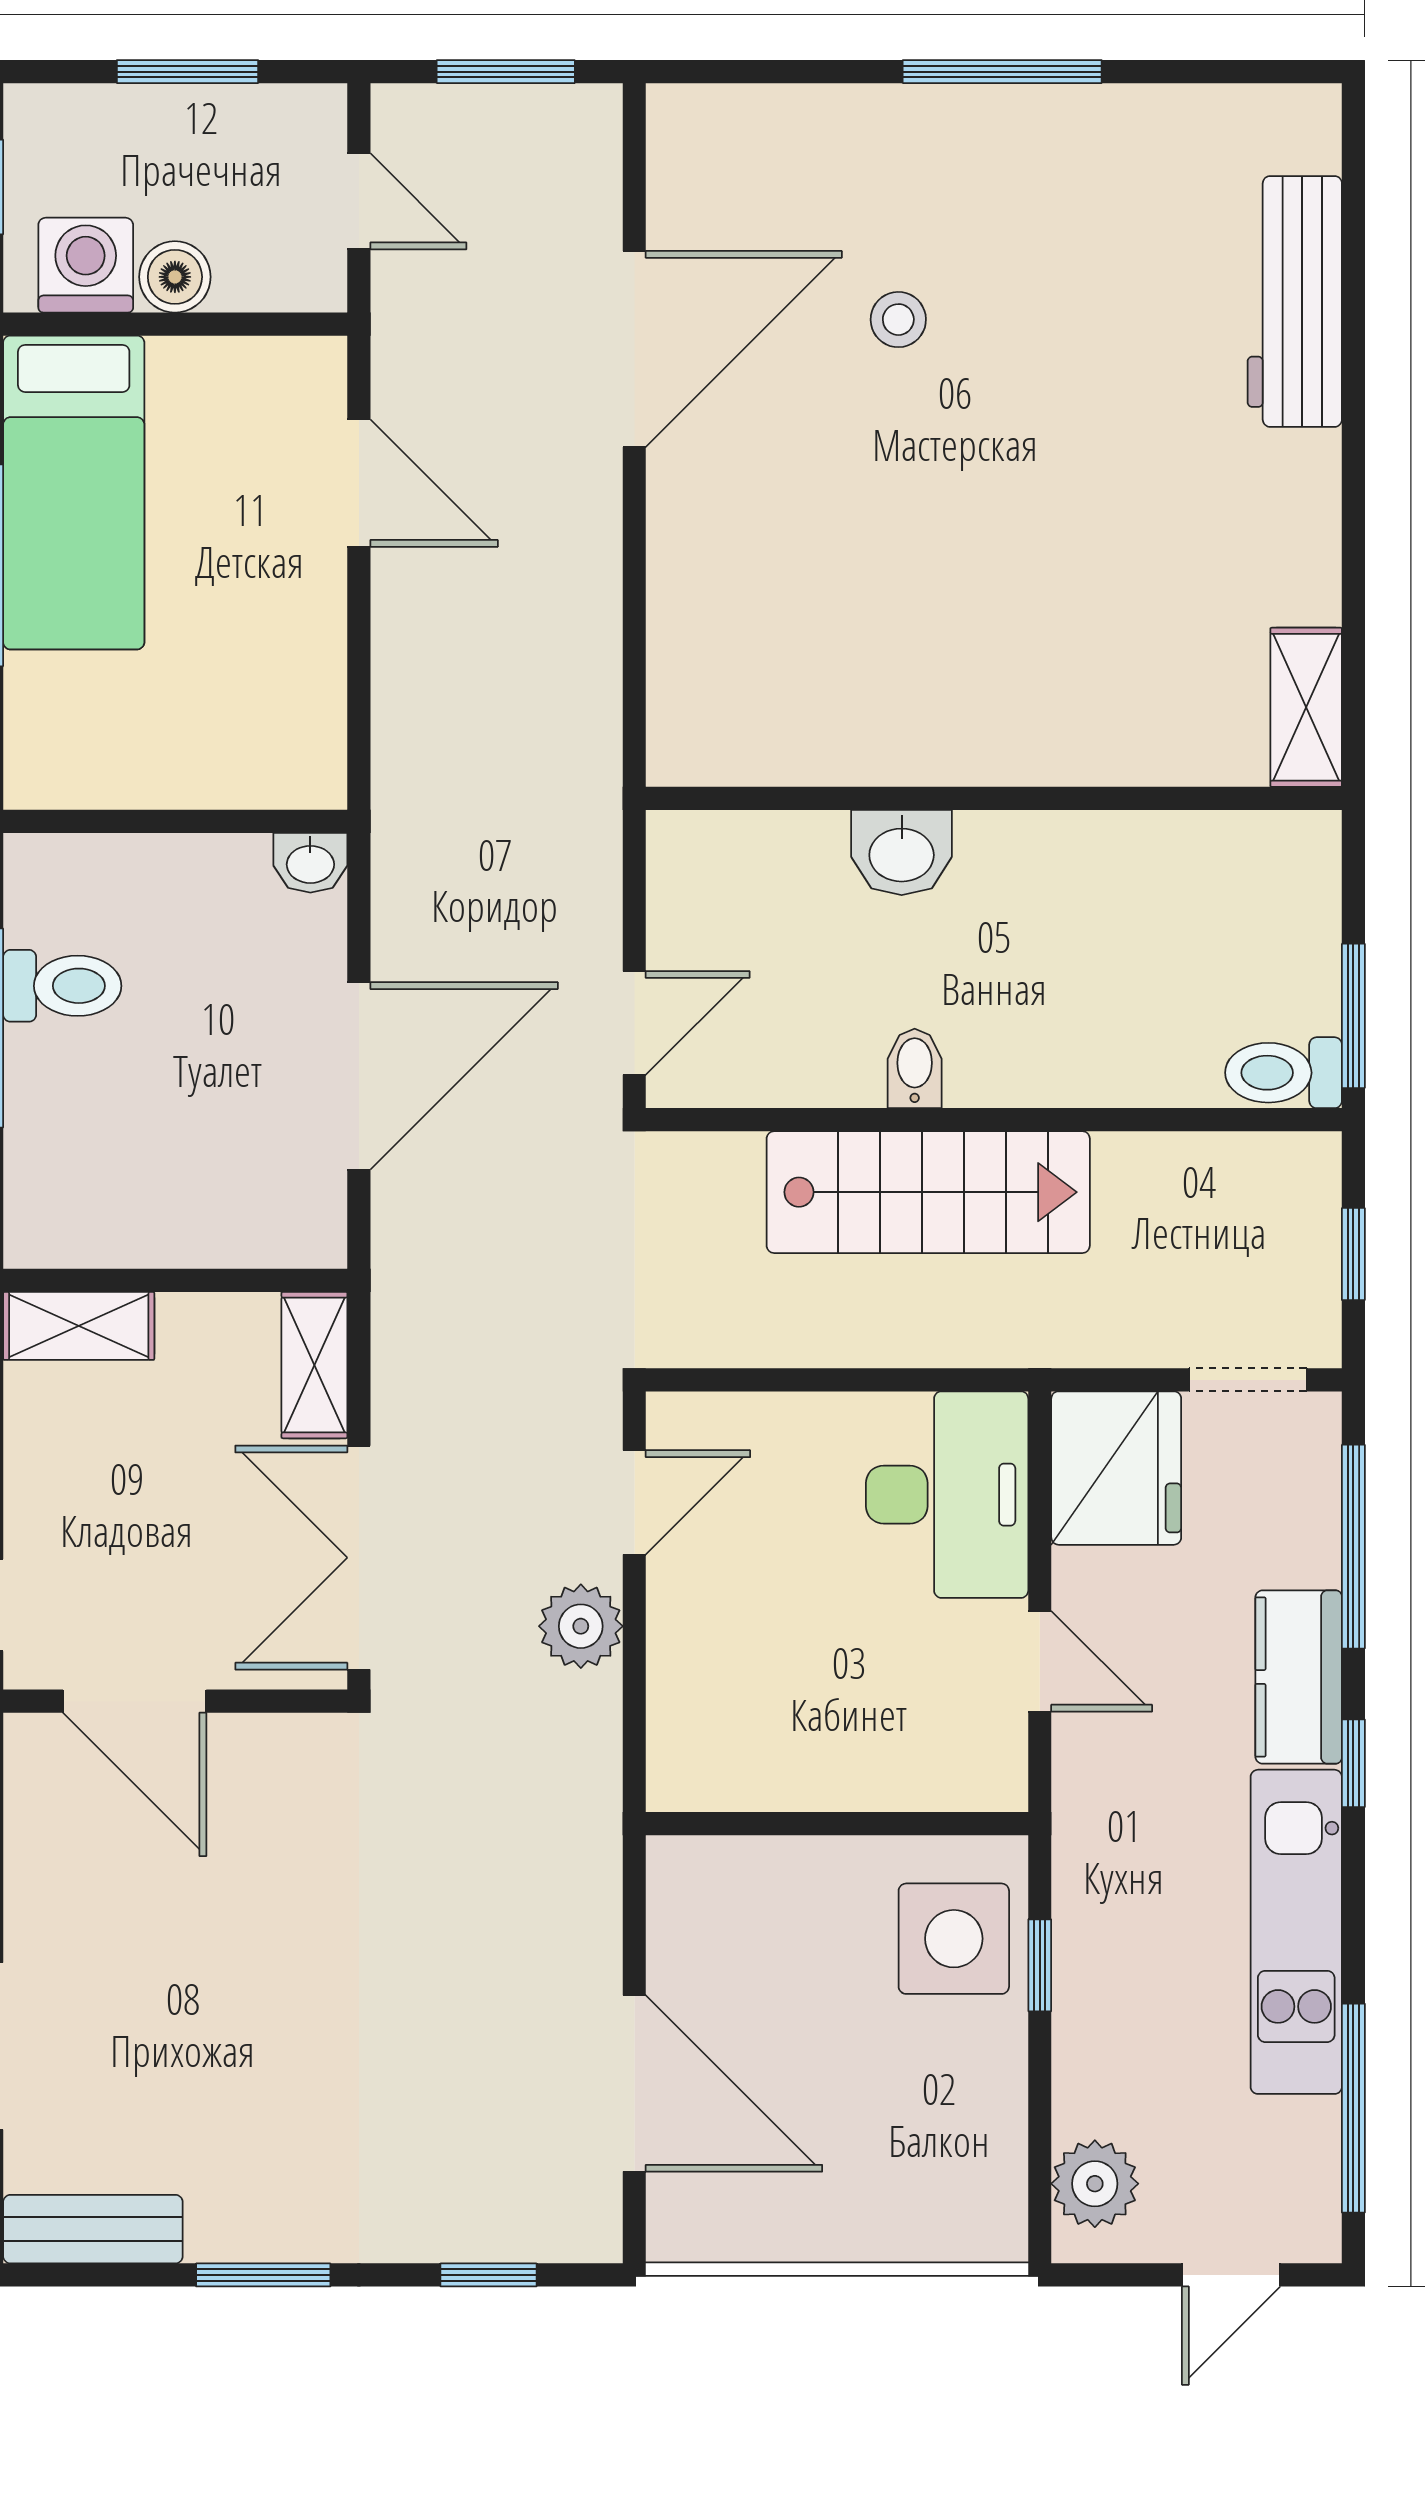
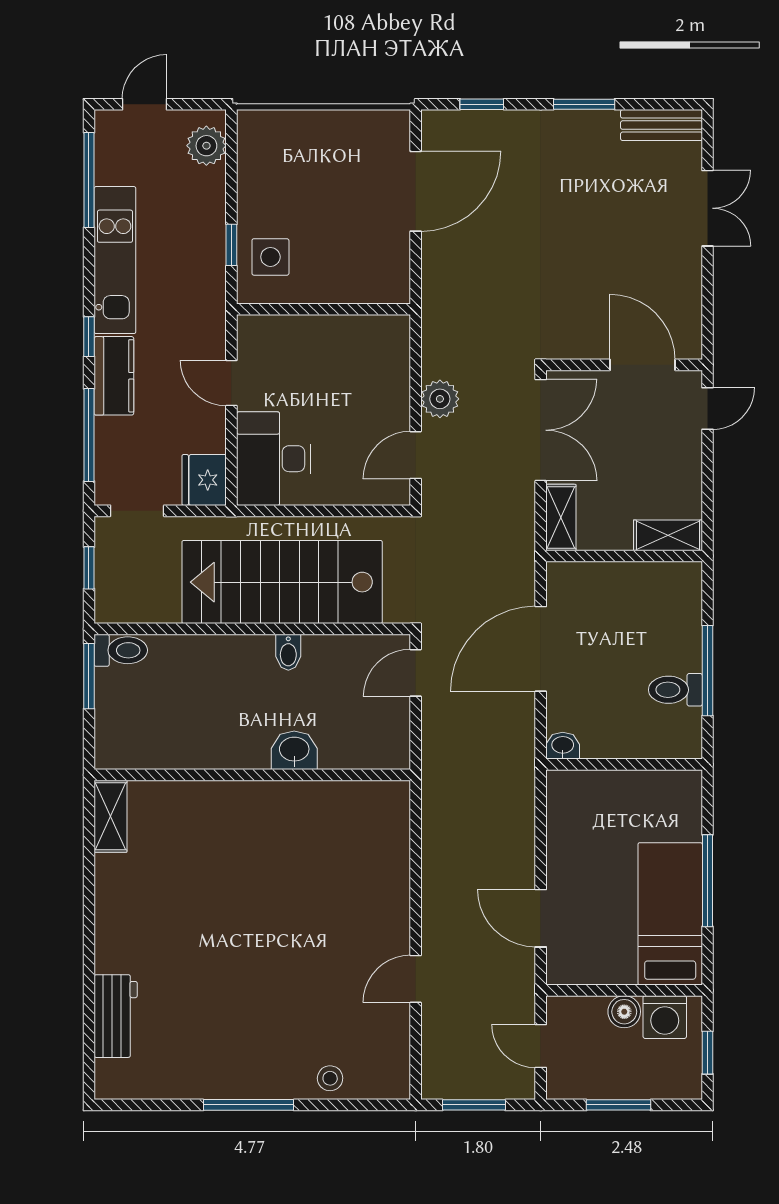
workbench: (1295, 301) -> (116, 1016), width x0.73
stool: (898, 320) -> (330, 1078), moved
door: (634, 349) -> (416, 979), width x0.53
stairs: (928, 1192) -> (282, 582), width x1.36, depth x1.51
fridge: (1116, 1468) -> (204, 480), width x0.73, depth x0.75
side table: (954, 1939) -> (270, 257), width x0.73, depth x0.73
door: (634, 2083) -> (416, 191), swing flipped

